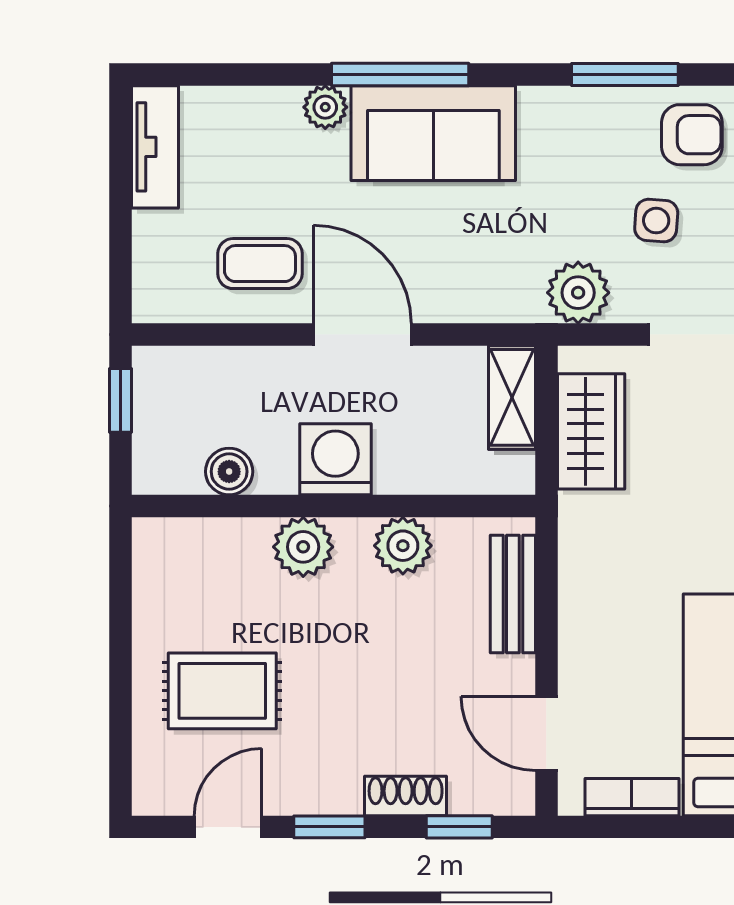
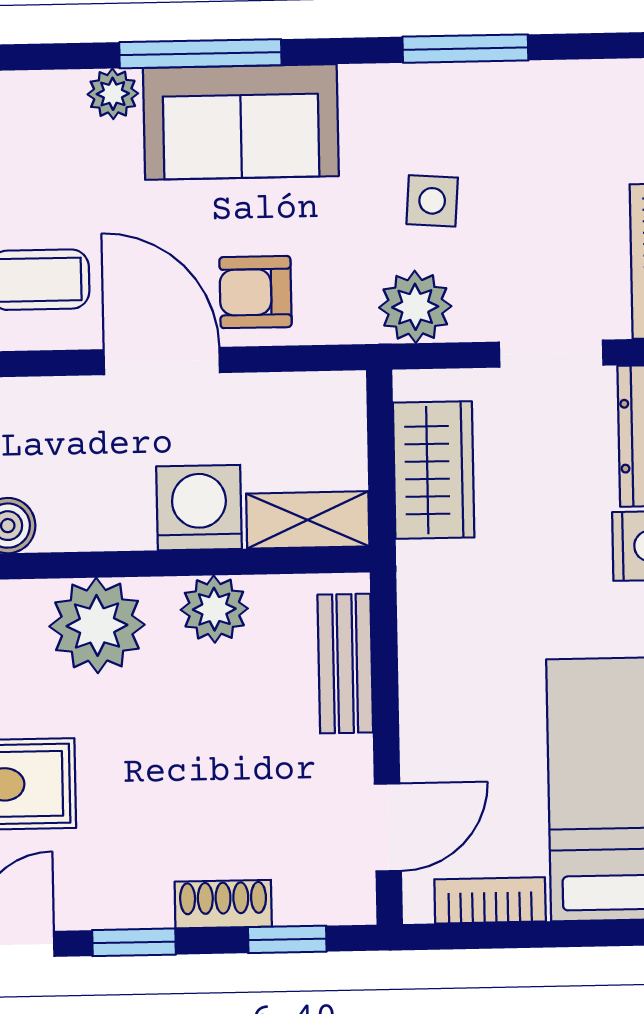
armchair: (692, 135) -> (255, 292), moved, turned 180
side table: (656, 221) -> (432, 201), moved
shelving: (512, 397) -> (308, 520), moved, turned 90
washing machine: (335, 459) -> (199, 508), moved
plant: (303, 547) -> (97, 625), width x1.36, depth x1.36
door: (546, 733) -> (388, 827), swing flipped

